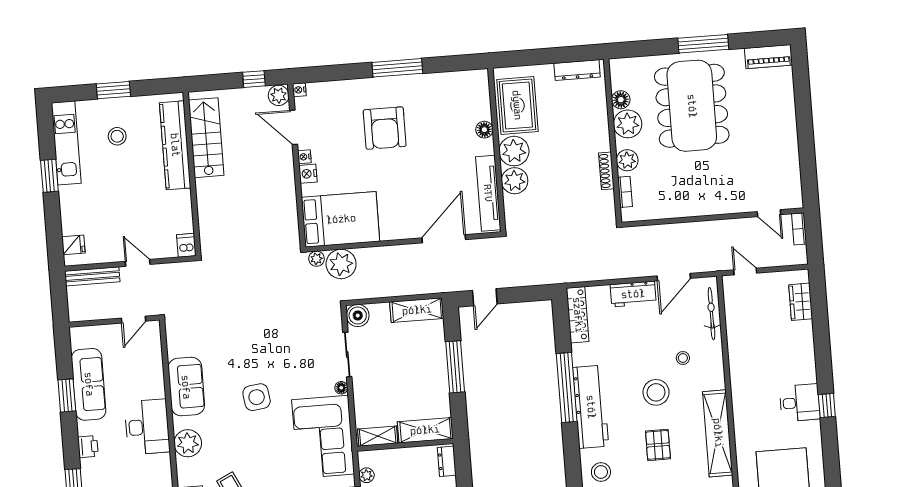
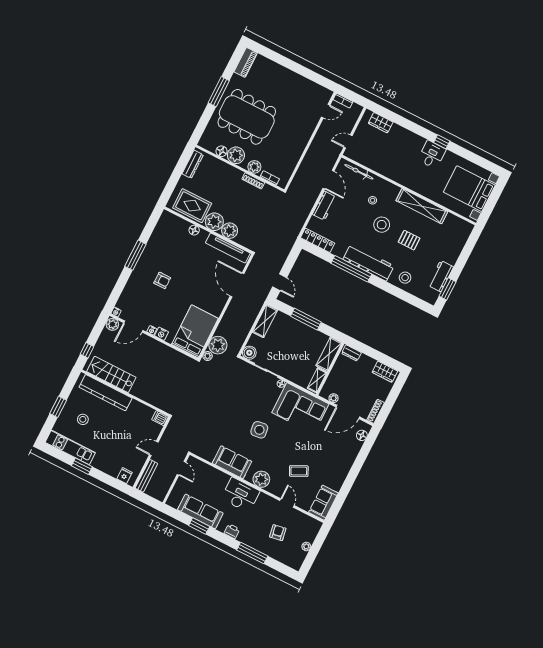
window: (254, 79) -> (87, 350), moved
armchair: (385, 128) -> (162, 280), width x0.53, depth x0.53

